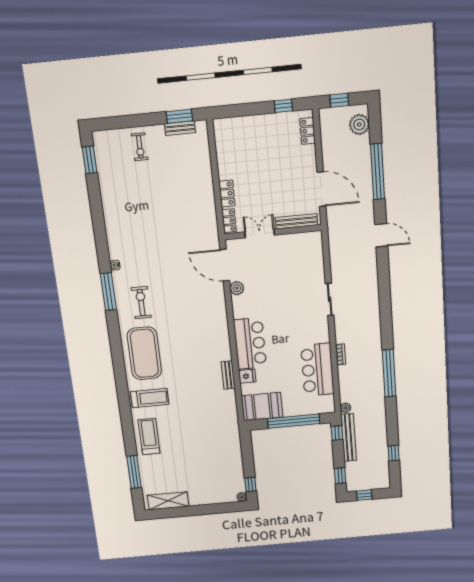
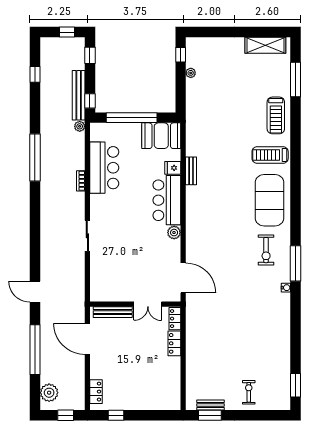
plant: (237, 288) -> (174, 233), moved
plant: (242, 497) -> (191, 73), moved

